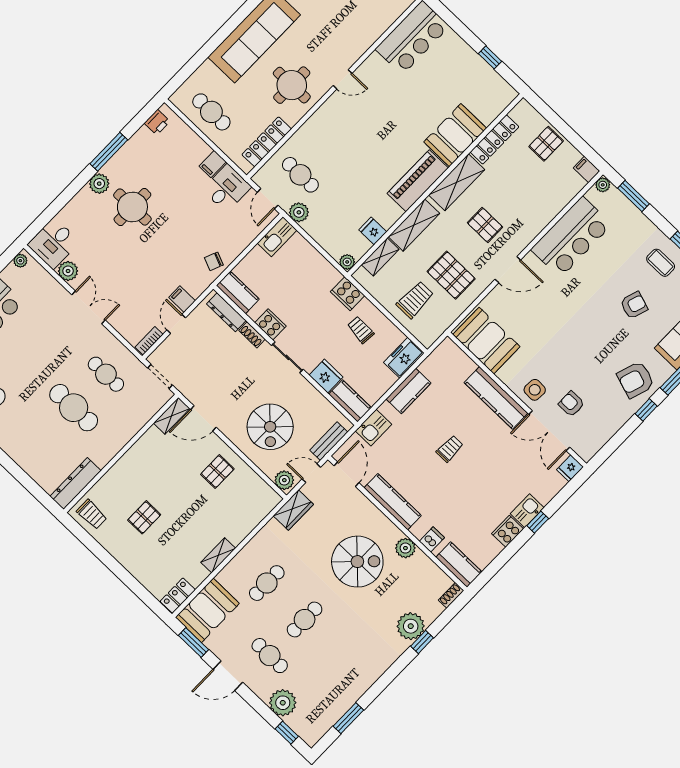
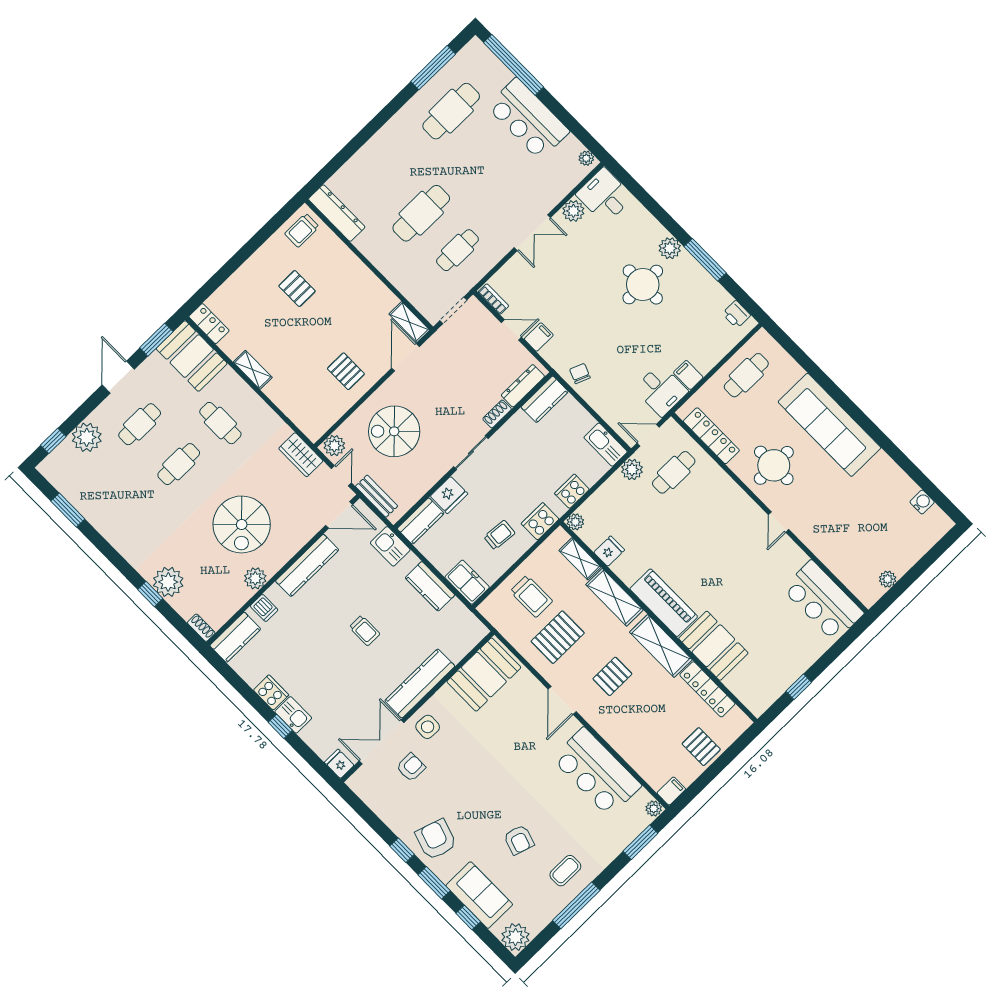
cooker: (270, 324) -> (572, 491), moved, turned 180
cafe table: (305, 620) -> (179, 464), turned 90

